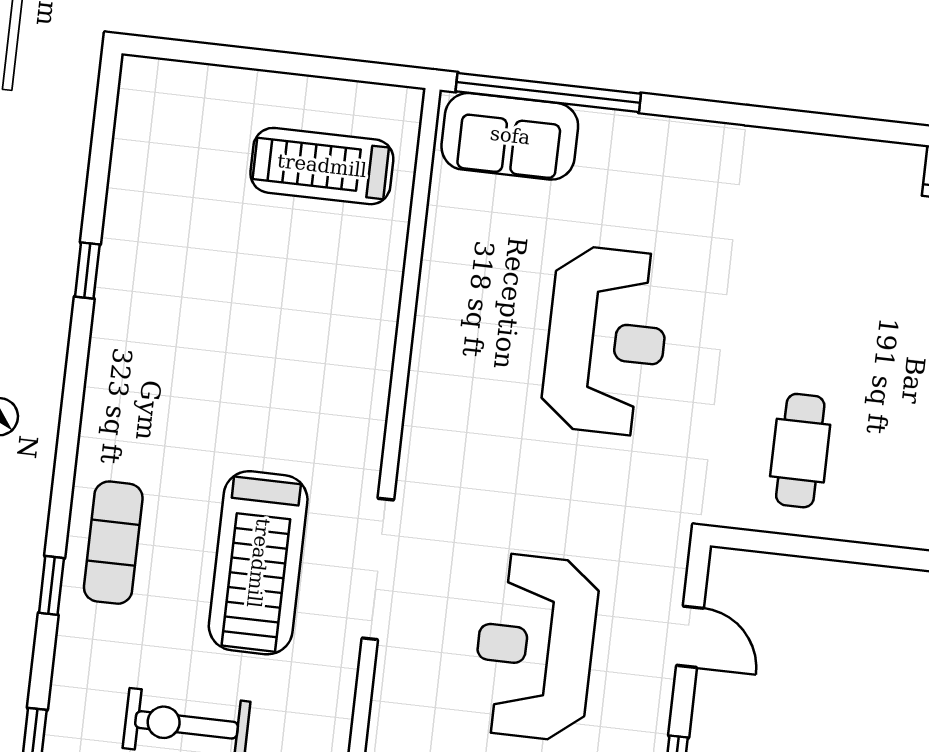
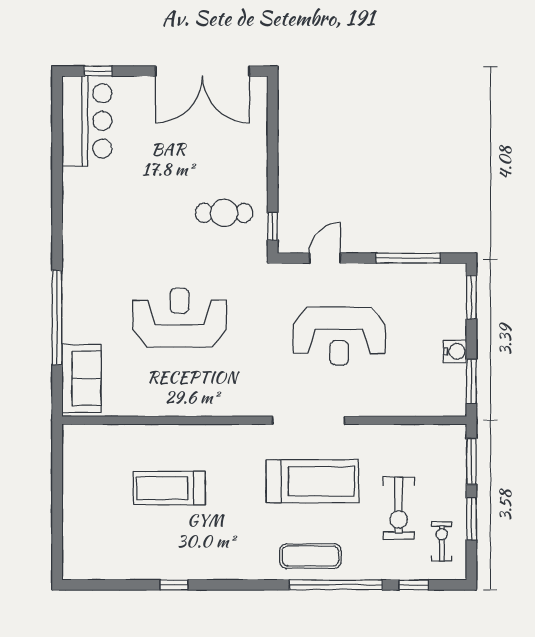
window: (548, 93) -> (57, 318), moved
treadmill: (322, 166) -> (169, 488), moved, turned 90
window: (764, 542) -> (273, 226), added
window: (51, 585) -> (336, 585), width x3.17

